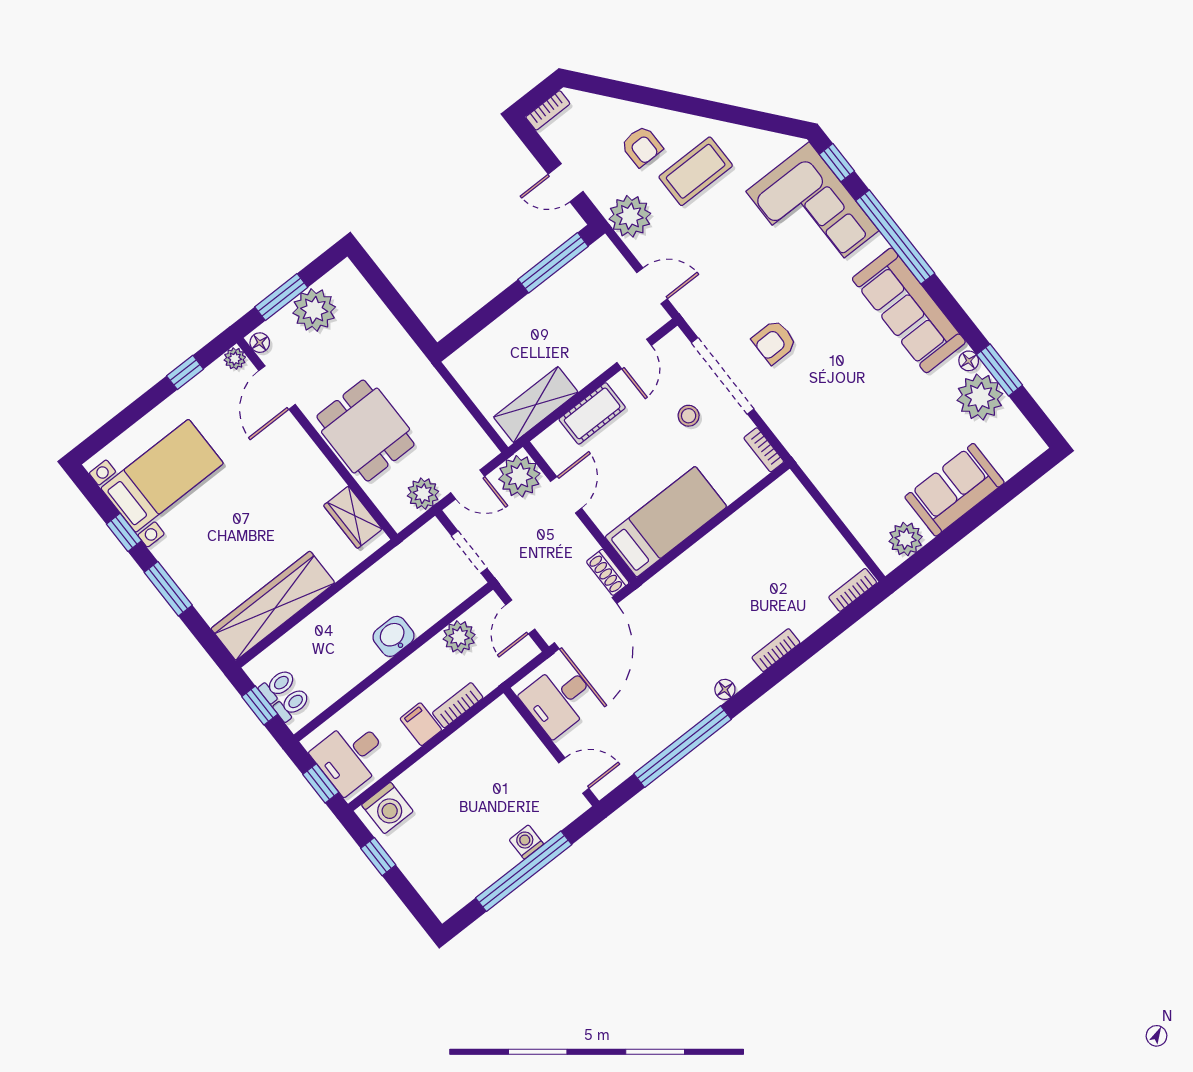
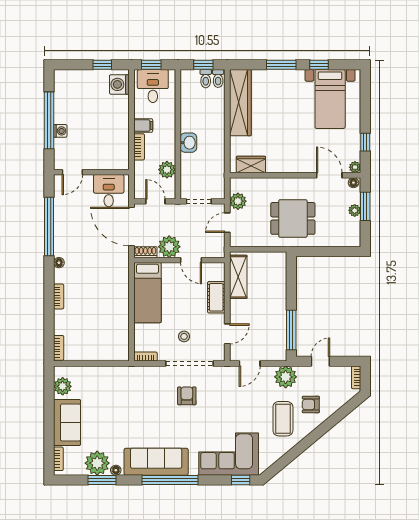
window: (895, 237) -> (170, 480), moved
plant: (314, 310) -> (355, 210), width x0.53, depth x0.53
door: (634, 354) -> (227, 334), swing flipped
dining table: (365, 431) -> (293, 218), moved
bookcase: (1019, 460) -> (58, 459), added
plant: (519, 476) -> (169, 247), moved
toilet: (292, 704) -> (218, 79), moved

